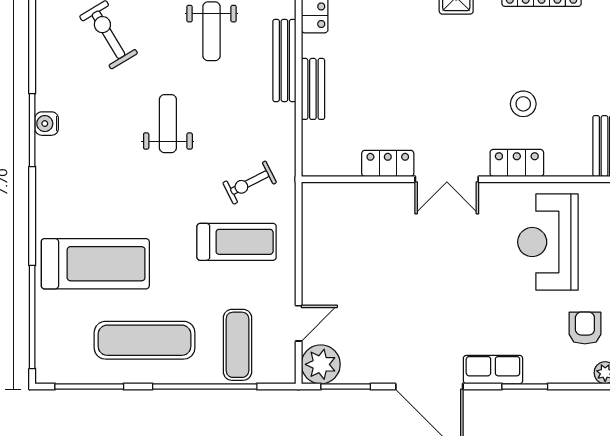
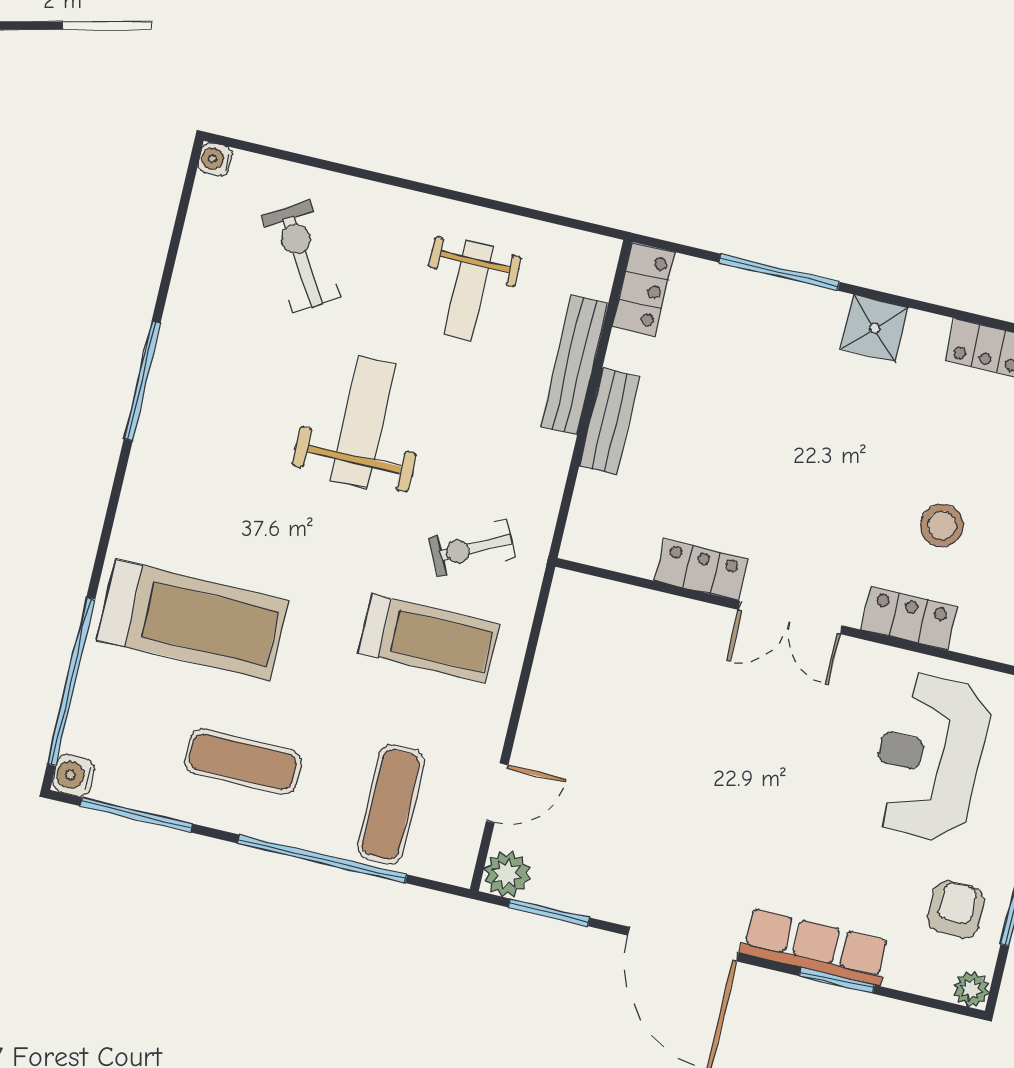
water cooler: (47, 124) -> (73, 775), moved
weight bench: (168, 124) -> (363, 422), width x1.36, depth x1.33
exercise mat: (145, 340) -> (243, 762), width x0.73, depth x0.69
plant: (321, 364) -> (507, 874), width x0.73, depth x0.73
row of seats: (493, 370) -> (815, 947), width x1.48

